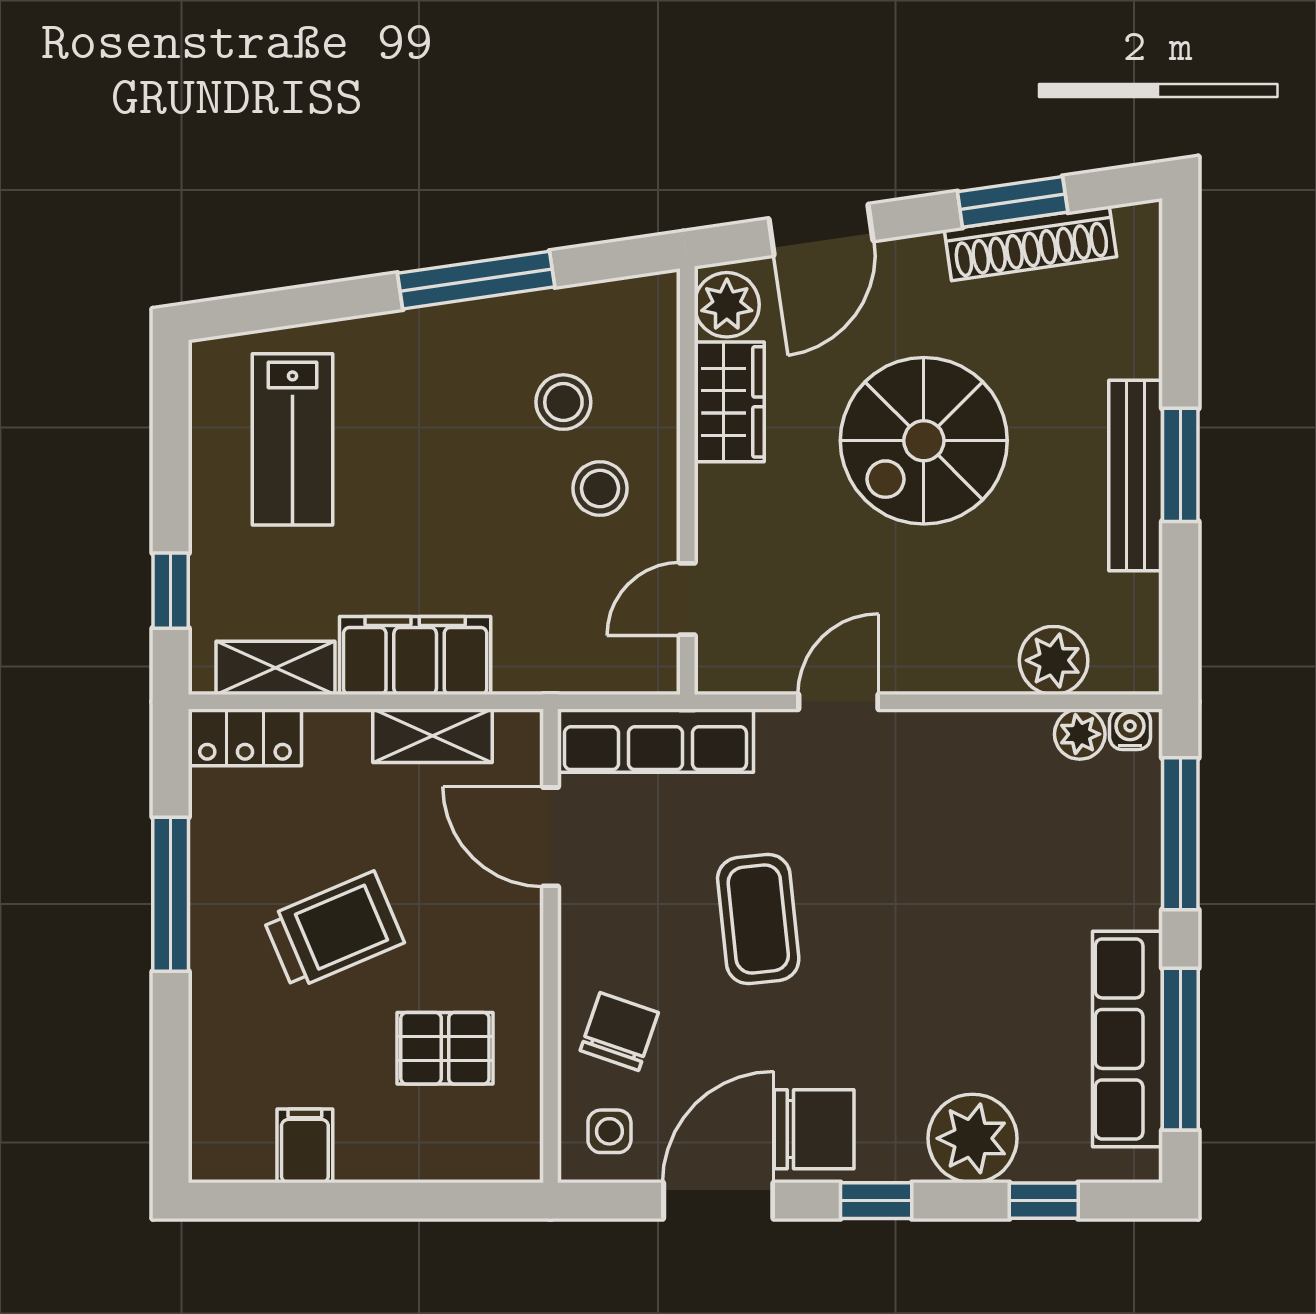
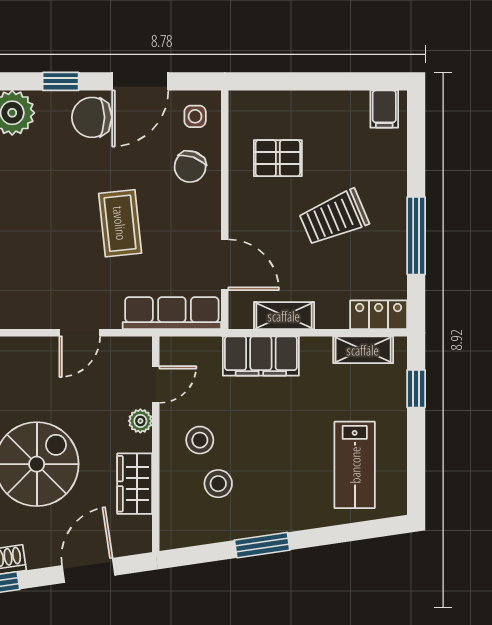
window: (476, 280) -> (262, 545), width x0.69
plant: (727, 305) -> (140, 421), moved, width x0.73, depth x0.73
lab bench: (293, 439) -> (355, 465), turned 180
filing cabinet: (415, 655) -> (261, 356), moved
filing cabinet: (305, 1146) -> (384, 109), moved

